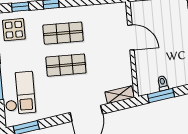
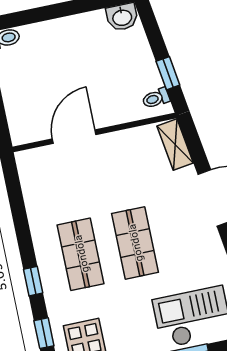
toilet: (163, 83) -> (156, 98), moved
window: (161, 96) -> (168, 73), width x0.67

